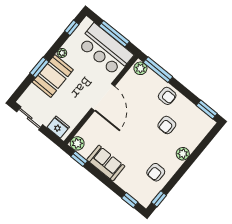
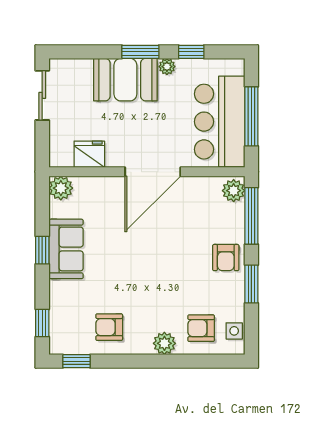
window: (72, 28) -> (191, 52), moved
window: (39, 67) -> (140, 52), moved
window: (207, 110) -> (251, 284), moved
side table: (202, 119) -> (234, 331), added
armchair: (167, 125) -> (201, 328), moved
fridge: (58, 127) -> (89, 154), moved, turned -90
window: (79, 159) -> (42, 250), moved

